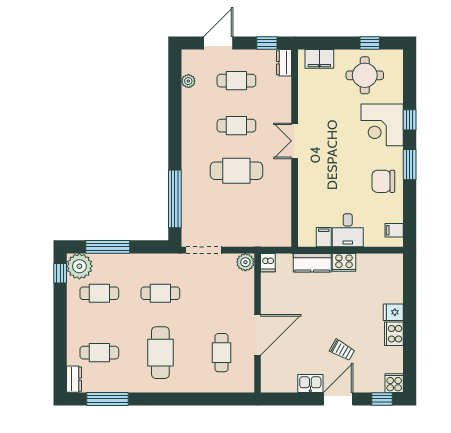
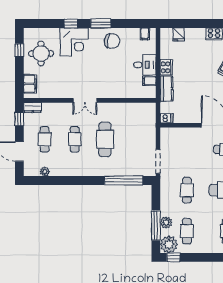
chair: (383, 181) -> (112, 41), turned -81
plant: (245, 262) -> (166, 222), moved
fridge: (393, 312) -> (179, 34), moved

